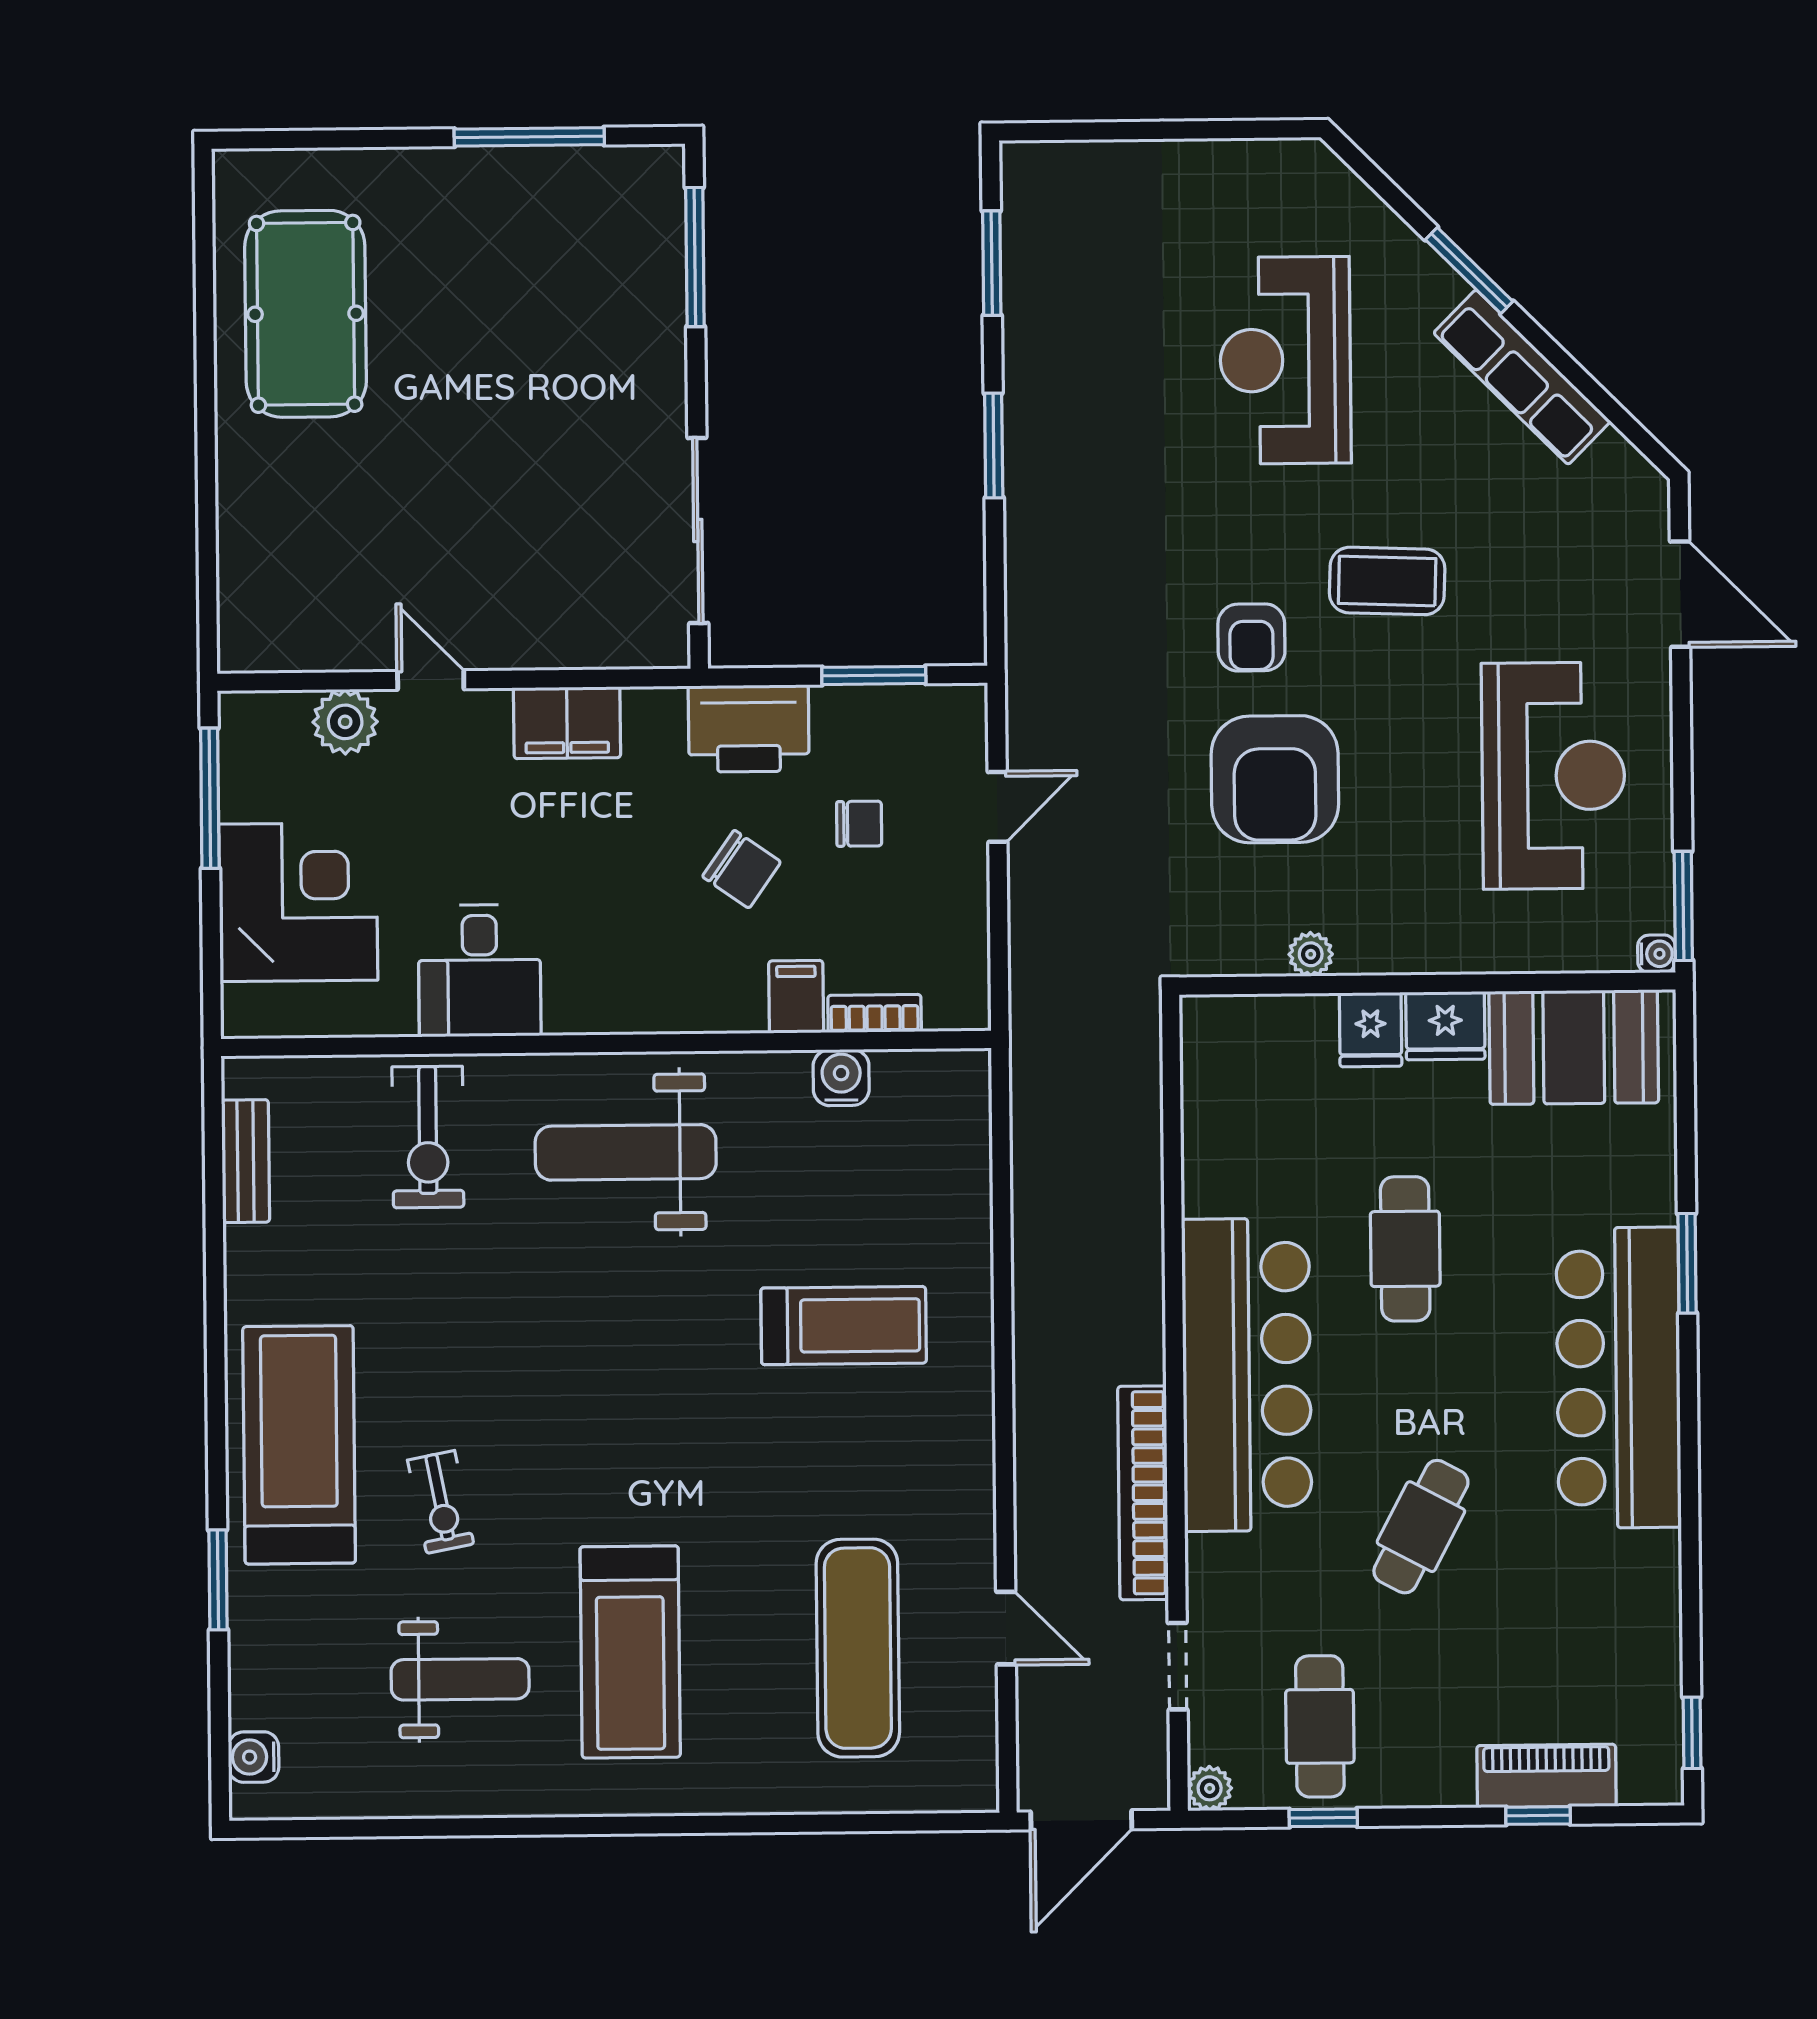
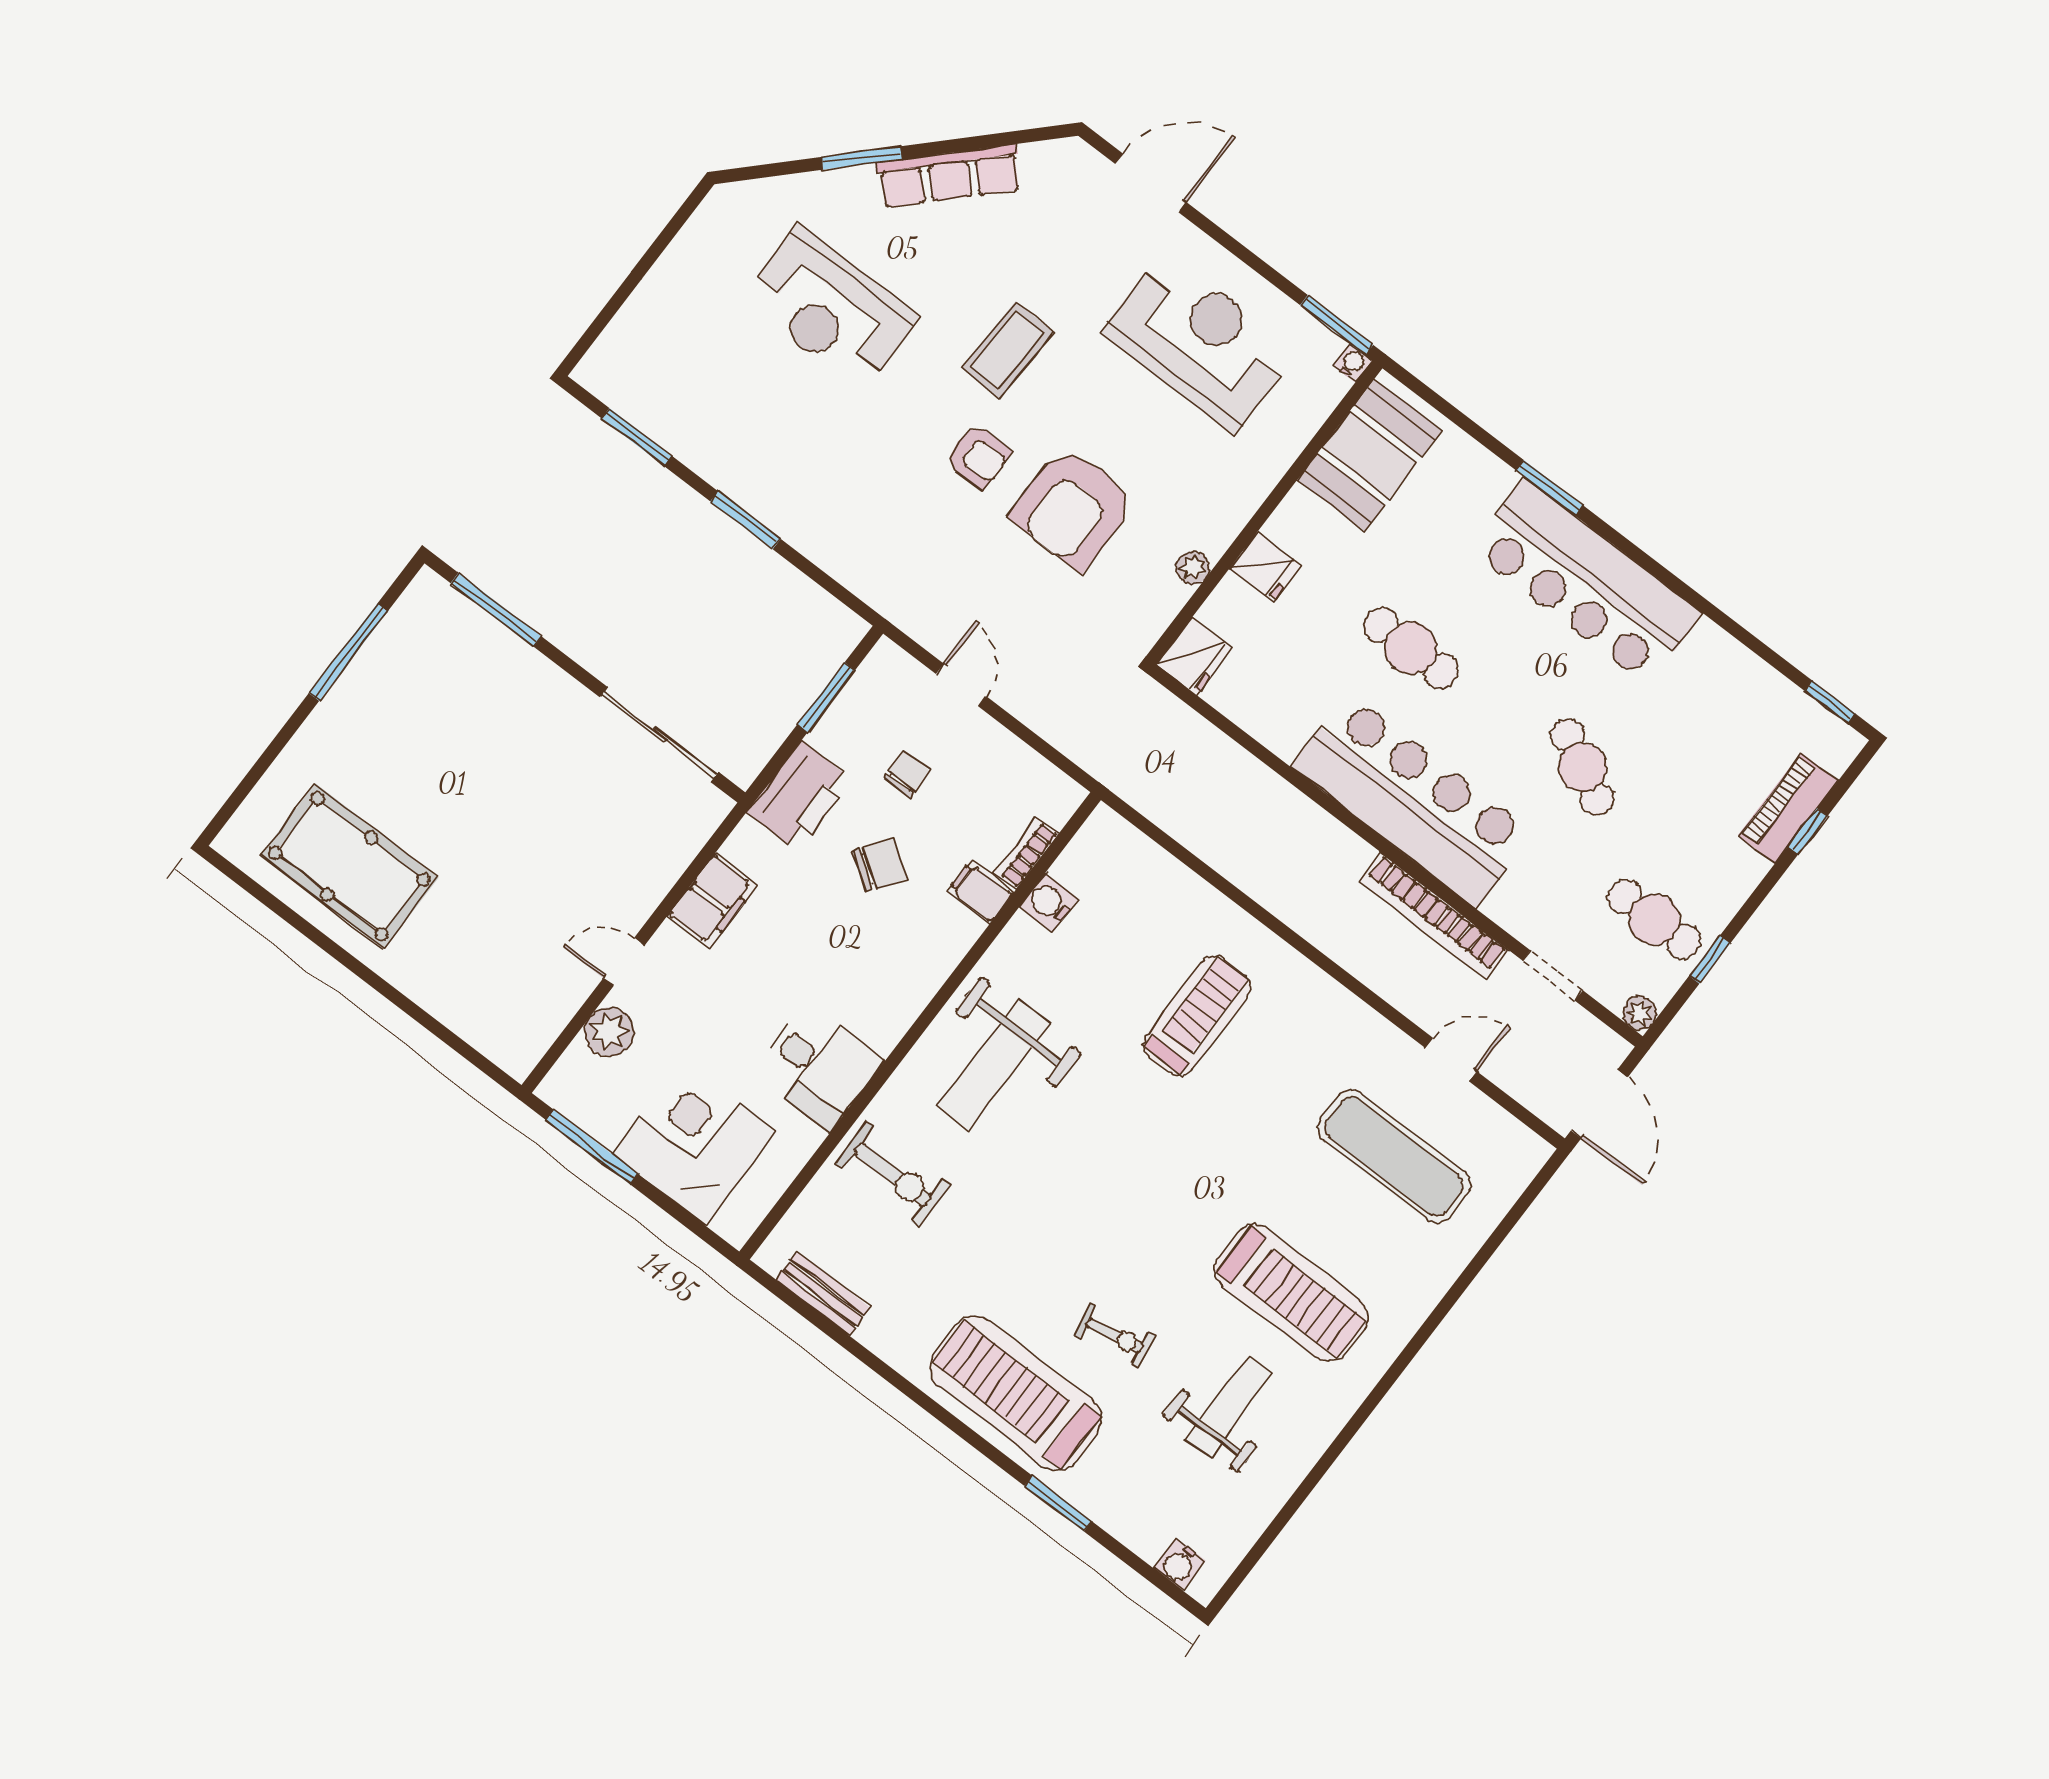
armchair: (1275, 779) -> (1073, 508), turned 90
fridge: (1445, 1026) -> (1194, 656), moved

